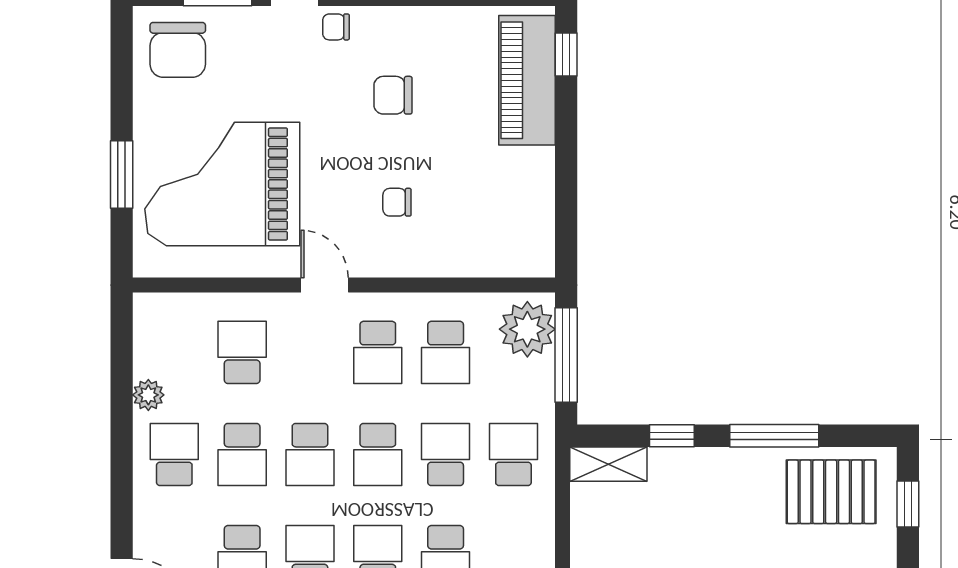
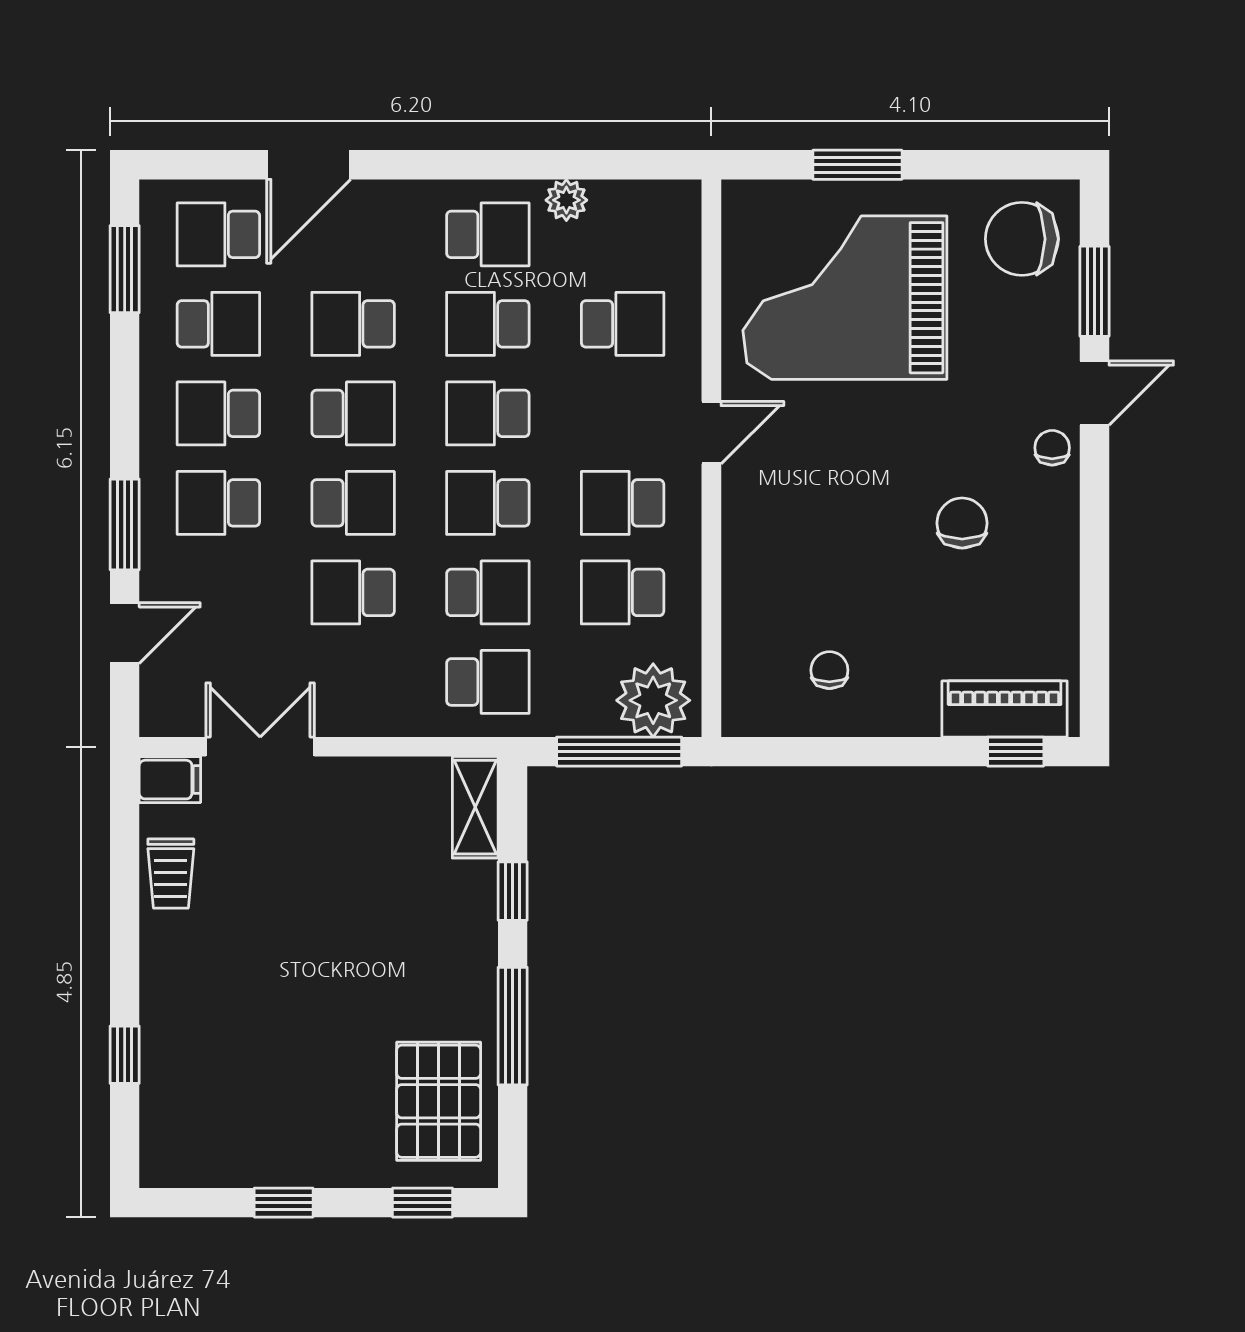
piano: (527, 80) -> (1005, 709), width x0.73, depth x0.75
grand piano: (222, 184) -> (845, 298), turned -90
chair: (397, 202) -> (829, 670), moved

